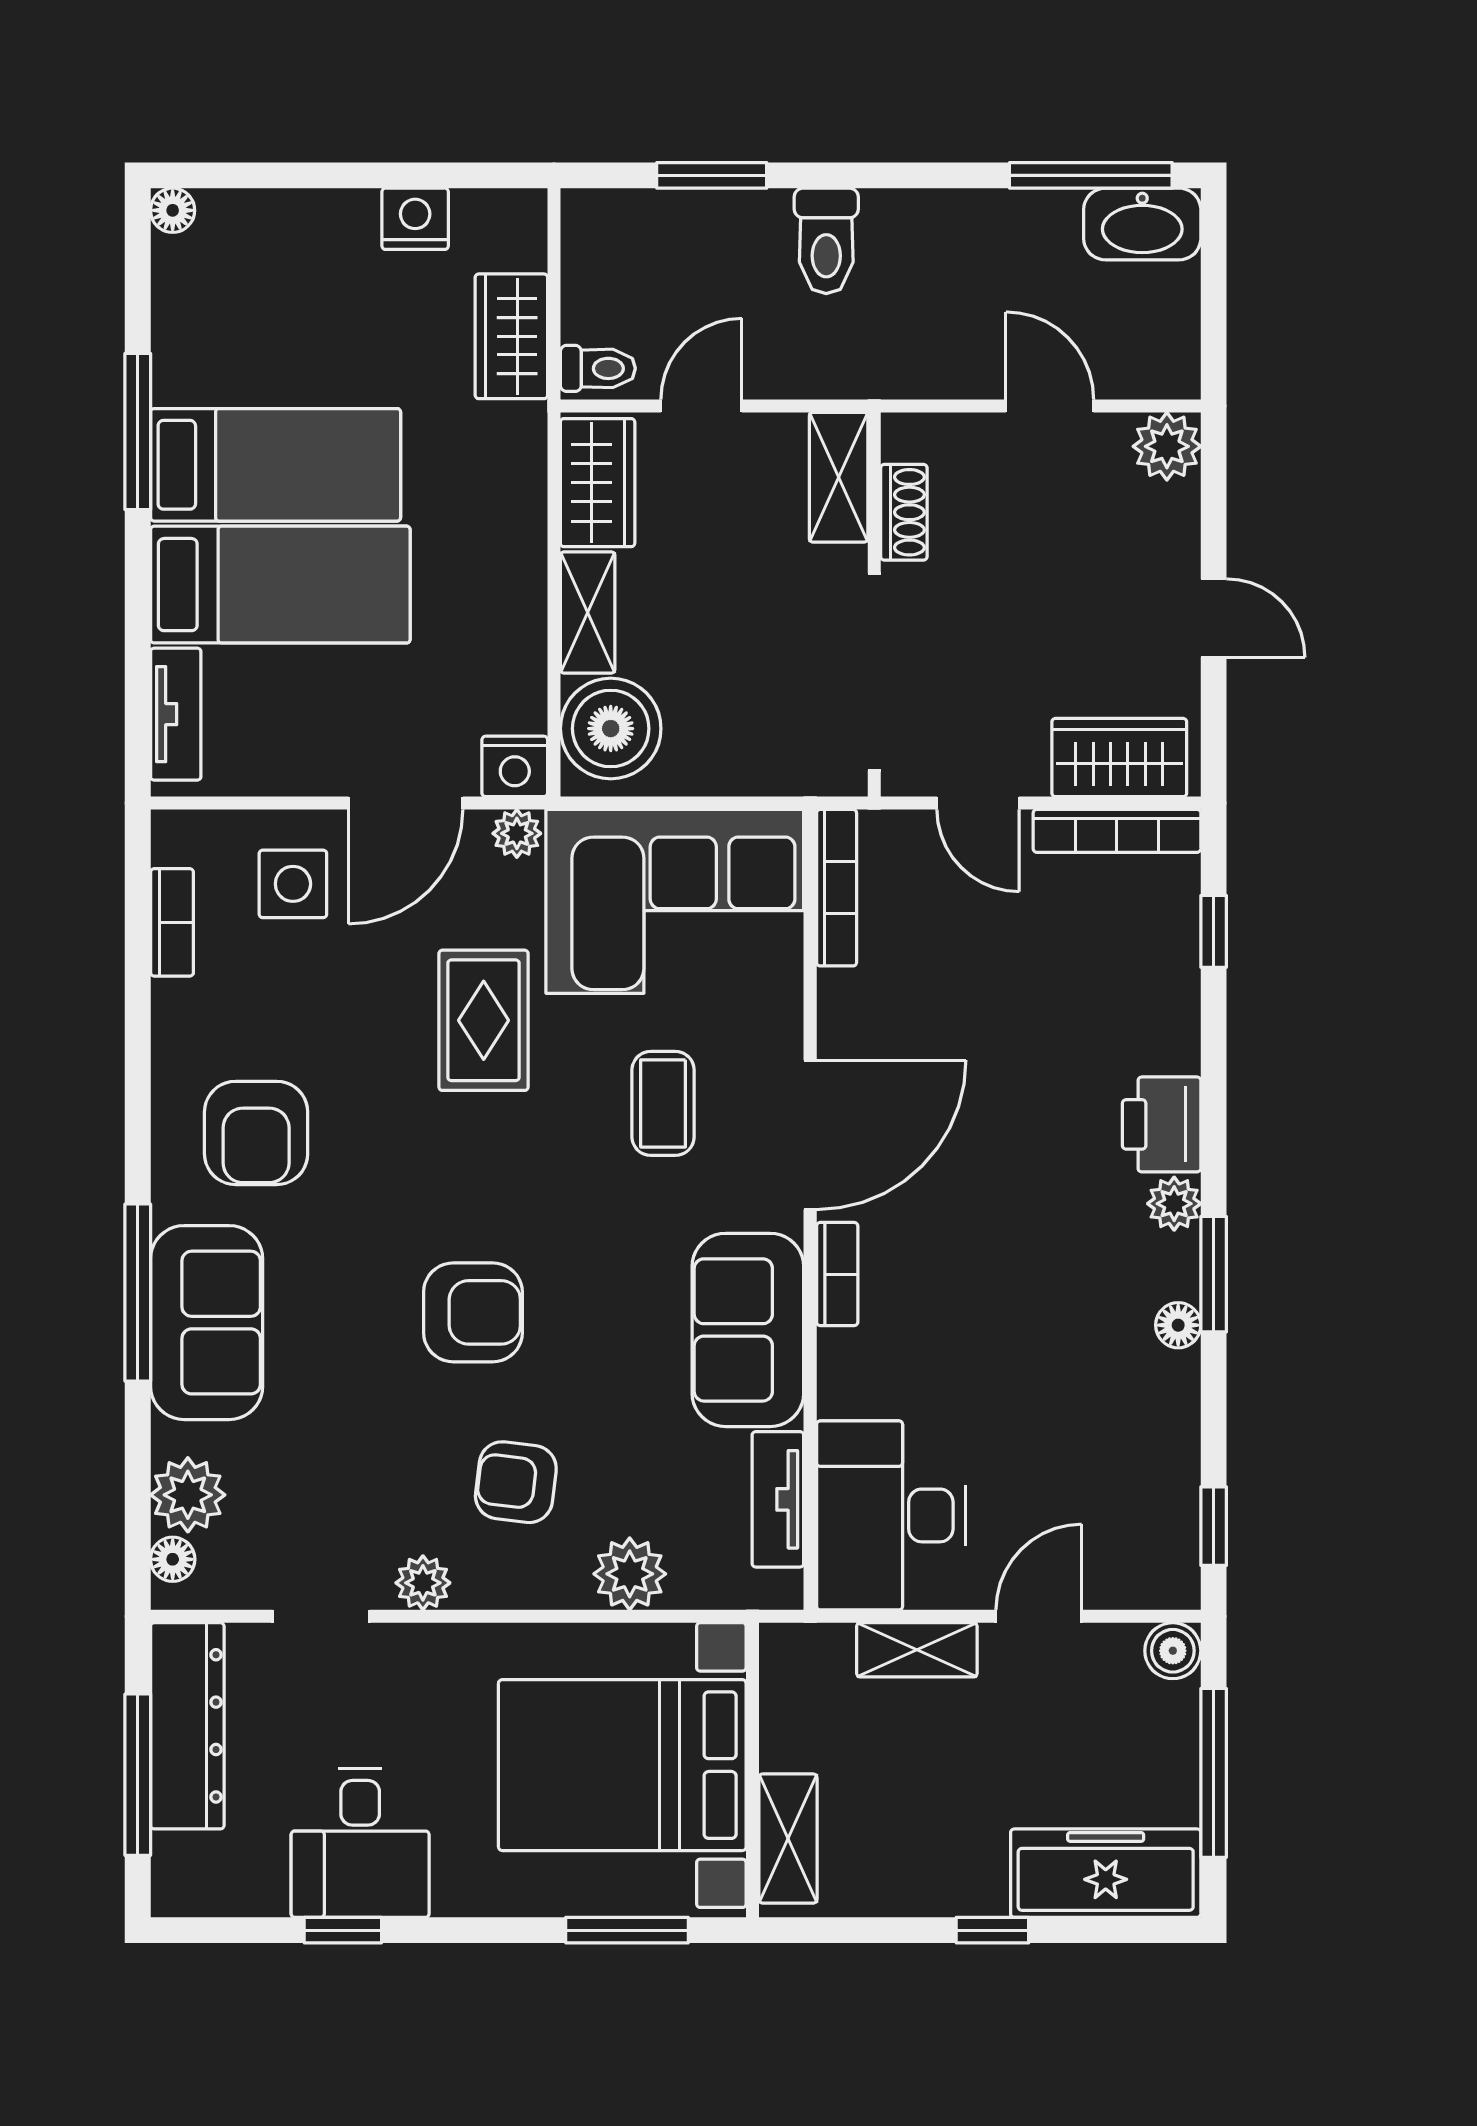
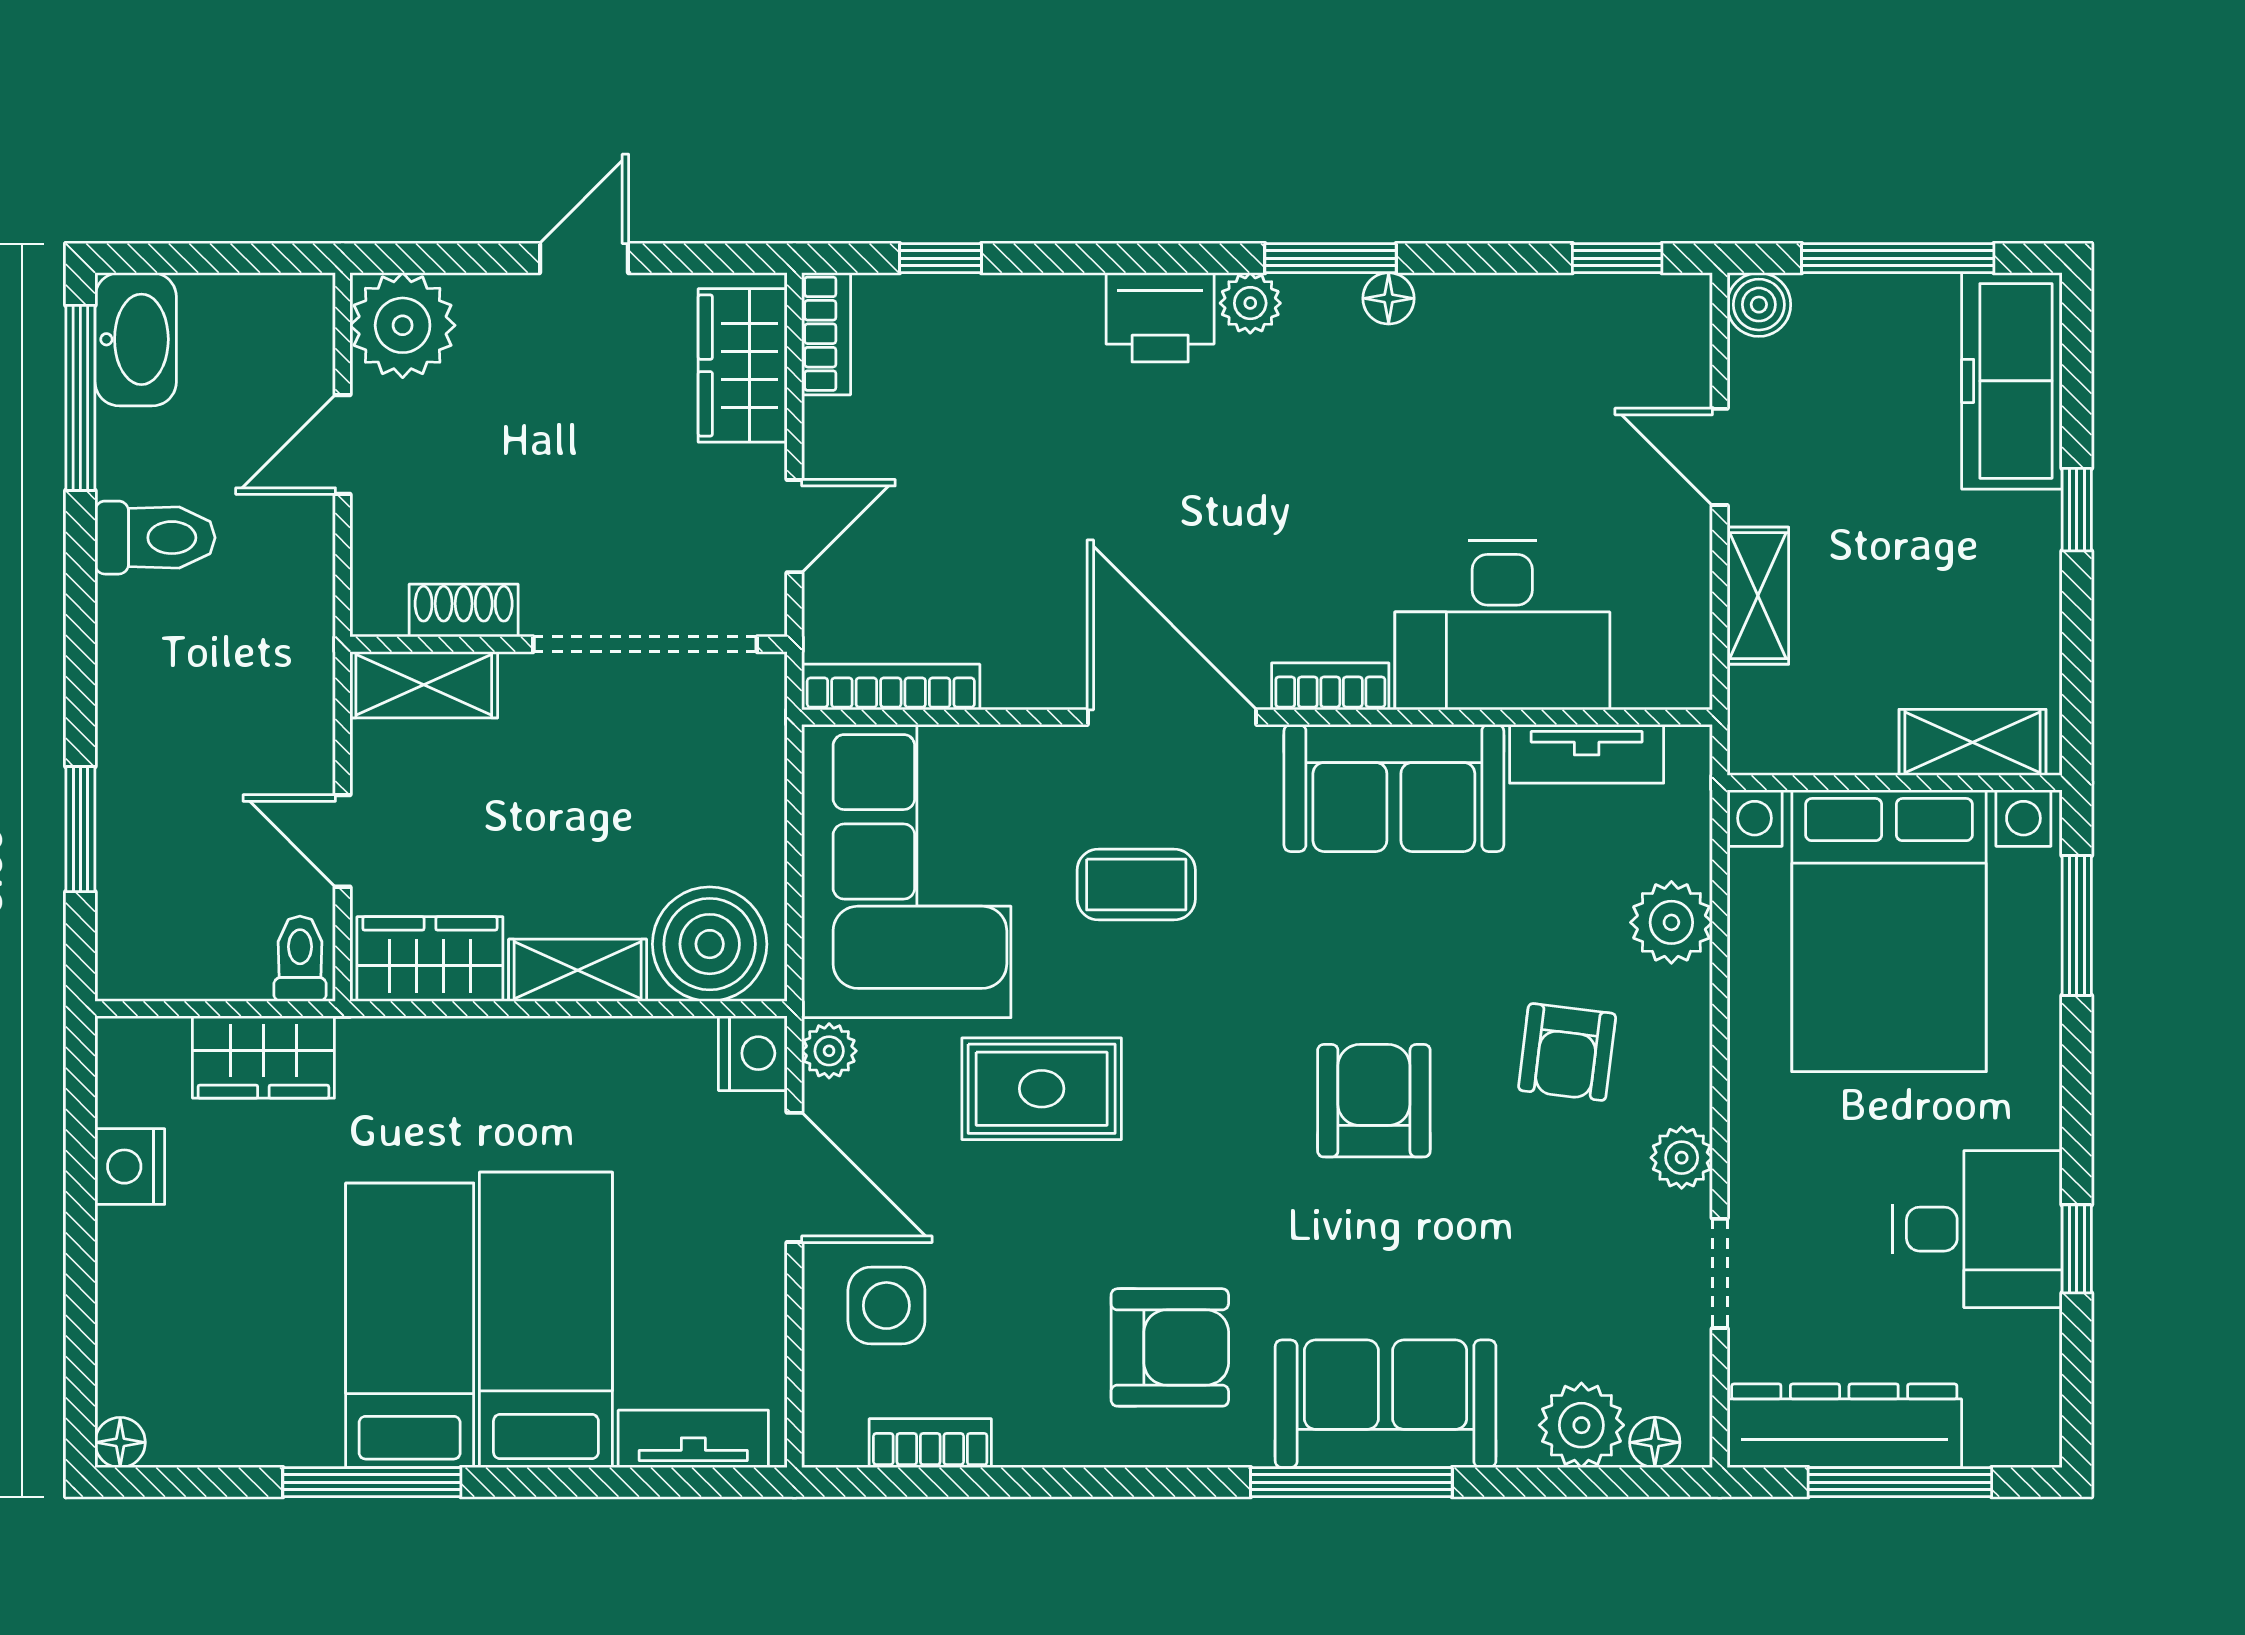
toilet: (826, 241) -> (155, 538), moved
plant: (1167, 446) -> (403, 325), width x1.36, depth x1.36
bookcase: (1117, 831) -> (826, 334), width x0.64
desk: (891, 1515) -> (1502, 625), moved

